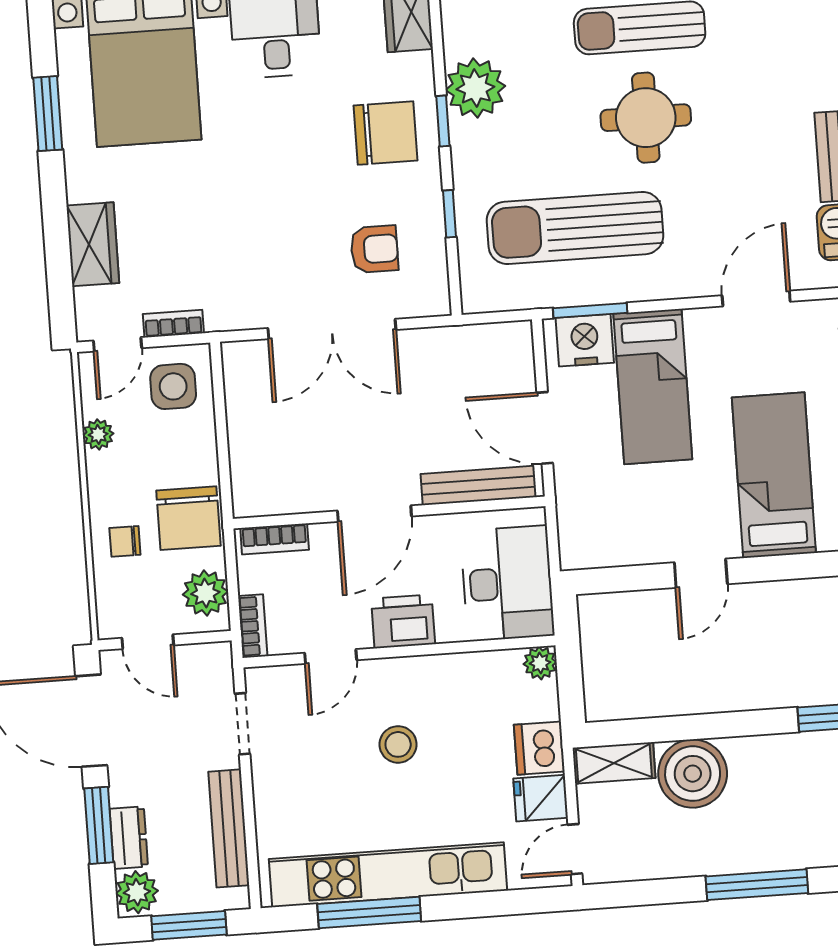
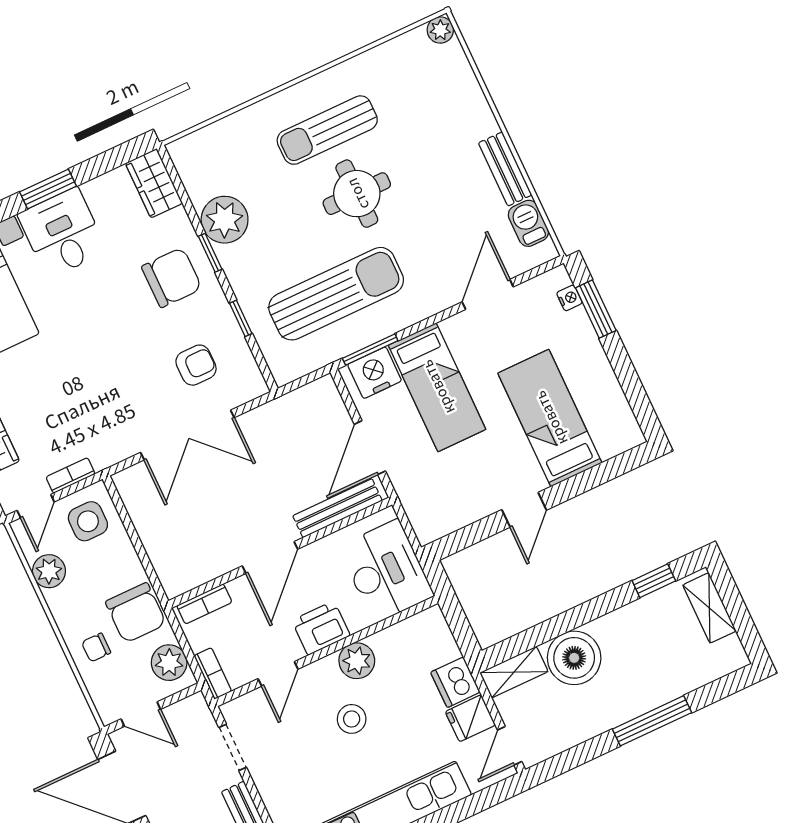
sun lounger: (575, 228) -> (336, 294), turned 180
door: (545, 428) -> (370, 448), hinge flipped
plant: (98, 434) -> (49, 571), width x1.38, depth x1.38
plant: (540, 663) -> (357, 661), moved, width x1.38, depth x1.38

